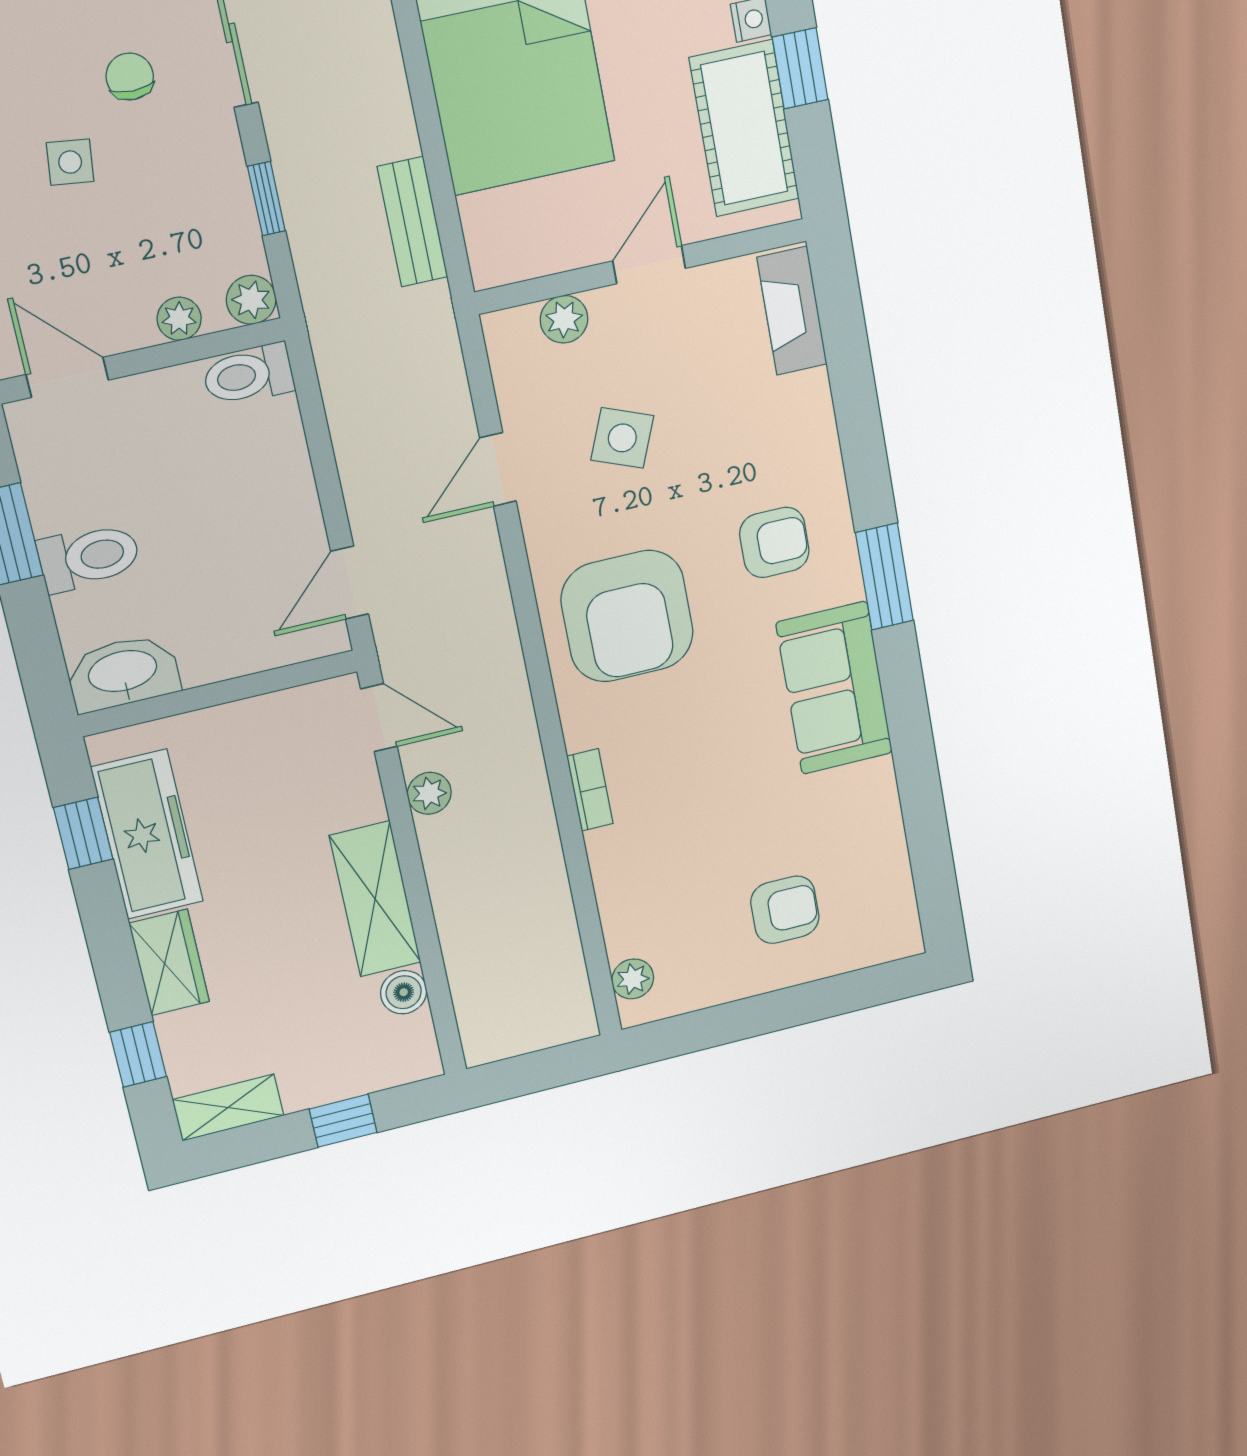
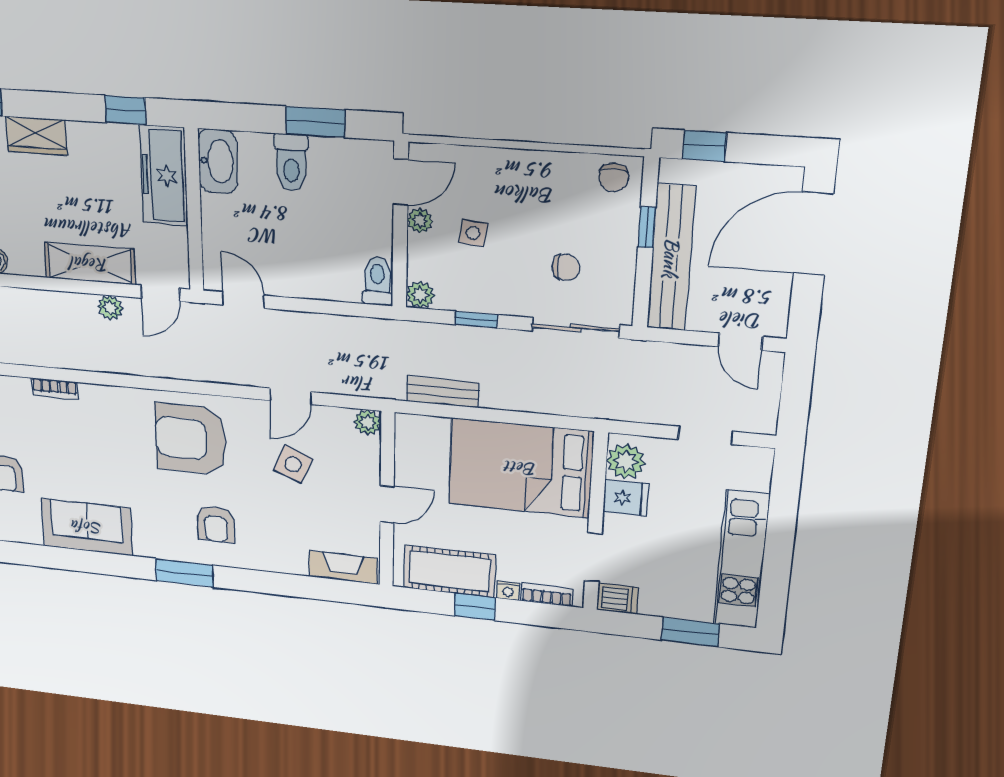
side table: (70, 162) -> (473, 233), moved
door: (649, 265) -> (387, 504), hinge flipped
plant: (179, 319) -> (420, 221), moved
plant: (564, 319) -> (368, 422), moved
door: (498, 469) -> (291, 396), swing flipped
sofa: (834, 688) -> (87, 527), moved
bookcase: (590, 790) -> (55, 389), moved
freezer: (147, 834) -> (164, 176), moved, turned 90
shelving: (375, 899) -> (90, 264), moved

